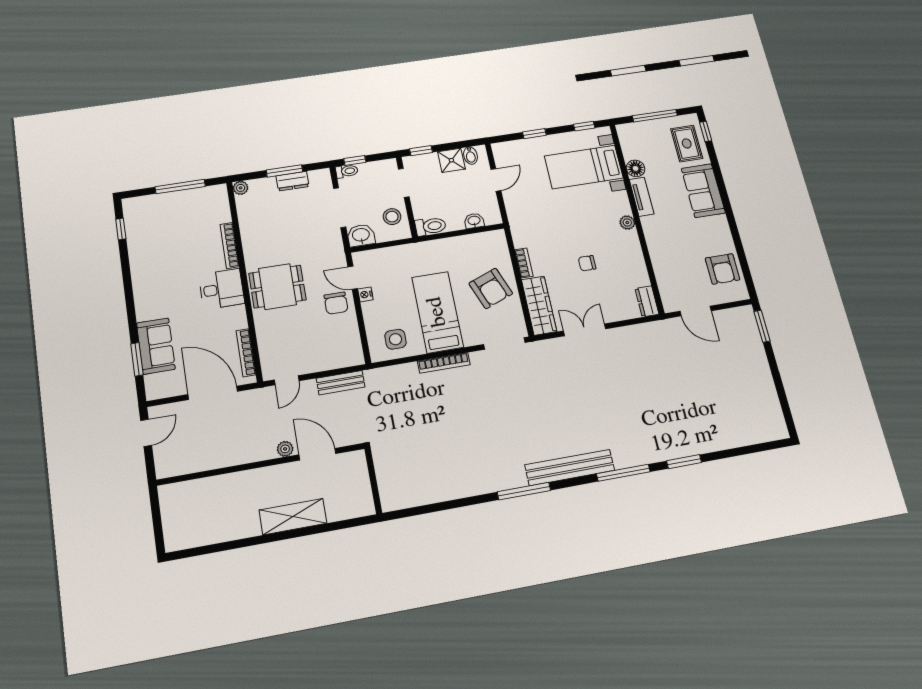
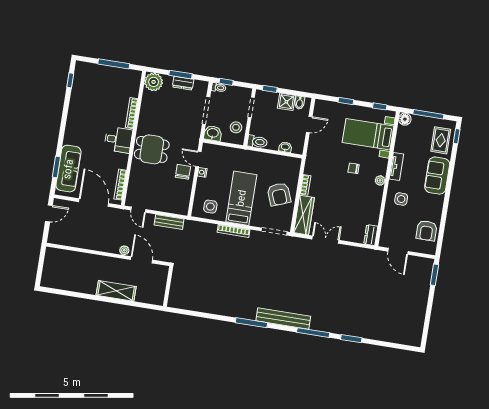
floor lamp: (636, 168) -> (405, 119), moved
plant: (241, 188) -> (154, 82), width x1.87, depth x1.87
side table: (668, 238) -> (401, 199), added
chair: (587, 263) -> (354, 168), moved
chair: (336, 303) -> (183, 172), turned 180
sofa: (156, 346) -> (68, 169), width x1.36
door: (287, 380) -> (138, 210), hinge flipped

